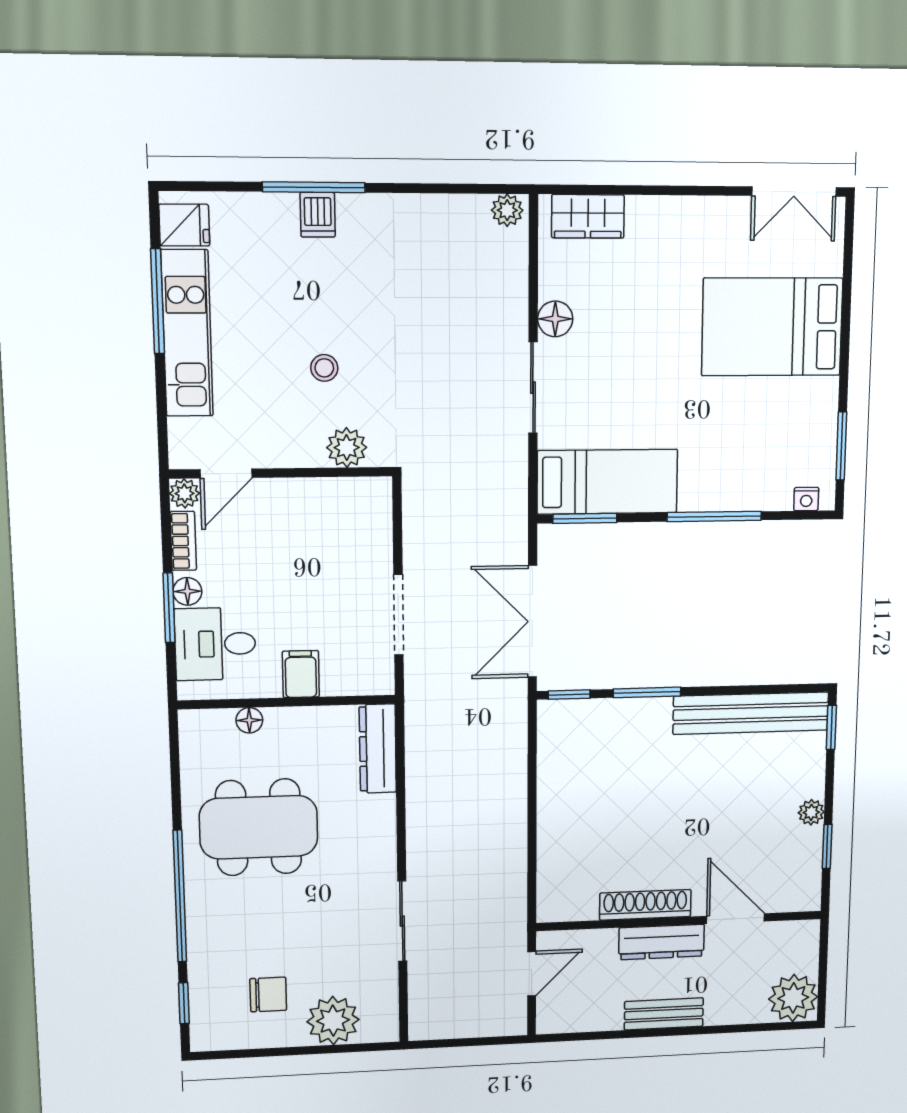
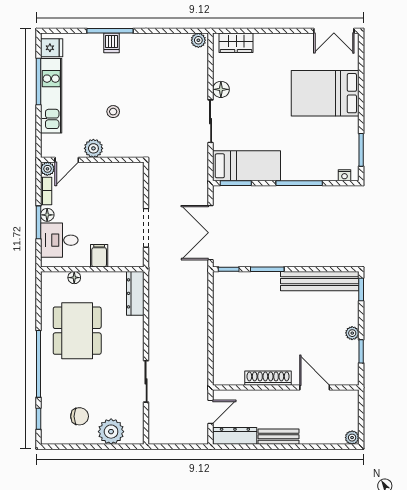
plant: (347, 448) -> (93, 148), moved
dining table: (259, 827) -> (77, 331), turned 90
dresser: (662, 942) -> (235, 436), moved, turned 180
plant: (793, 998) -> (352, 438), width x0.53, depth x0.53

